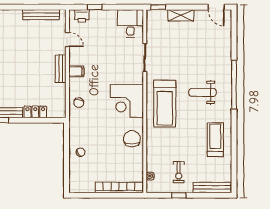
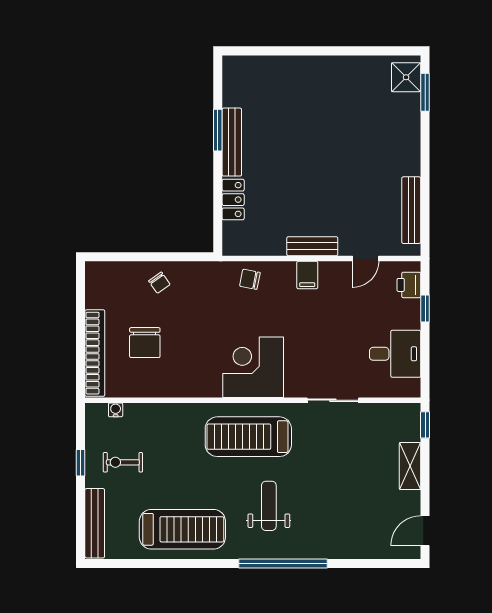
desk: (130, 23) -> (395, 354), moved
chair: (132, 139) -> (145, 343), moved, turned 90
treadmill: (215, 140) -> (182, 529), width x1.37, depth x1.37

